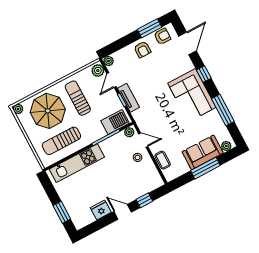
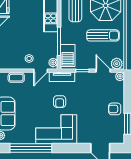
armchair: (162, 36) -> (60, 102), moved
window: (204, 74) -> (68, 148), removed
tv unit: (128, 98) -> (62, 77), moved
window: (223, 110) -> (31, 148), width x1.46

